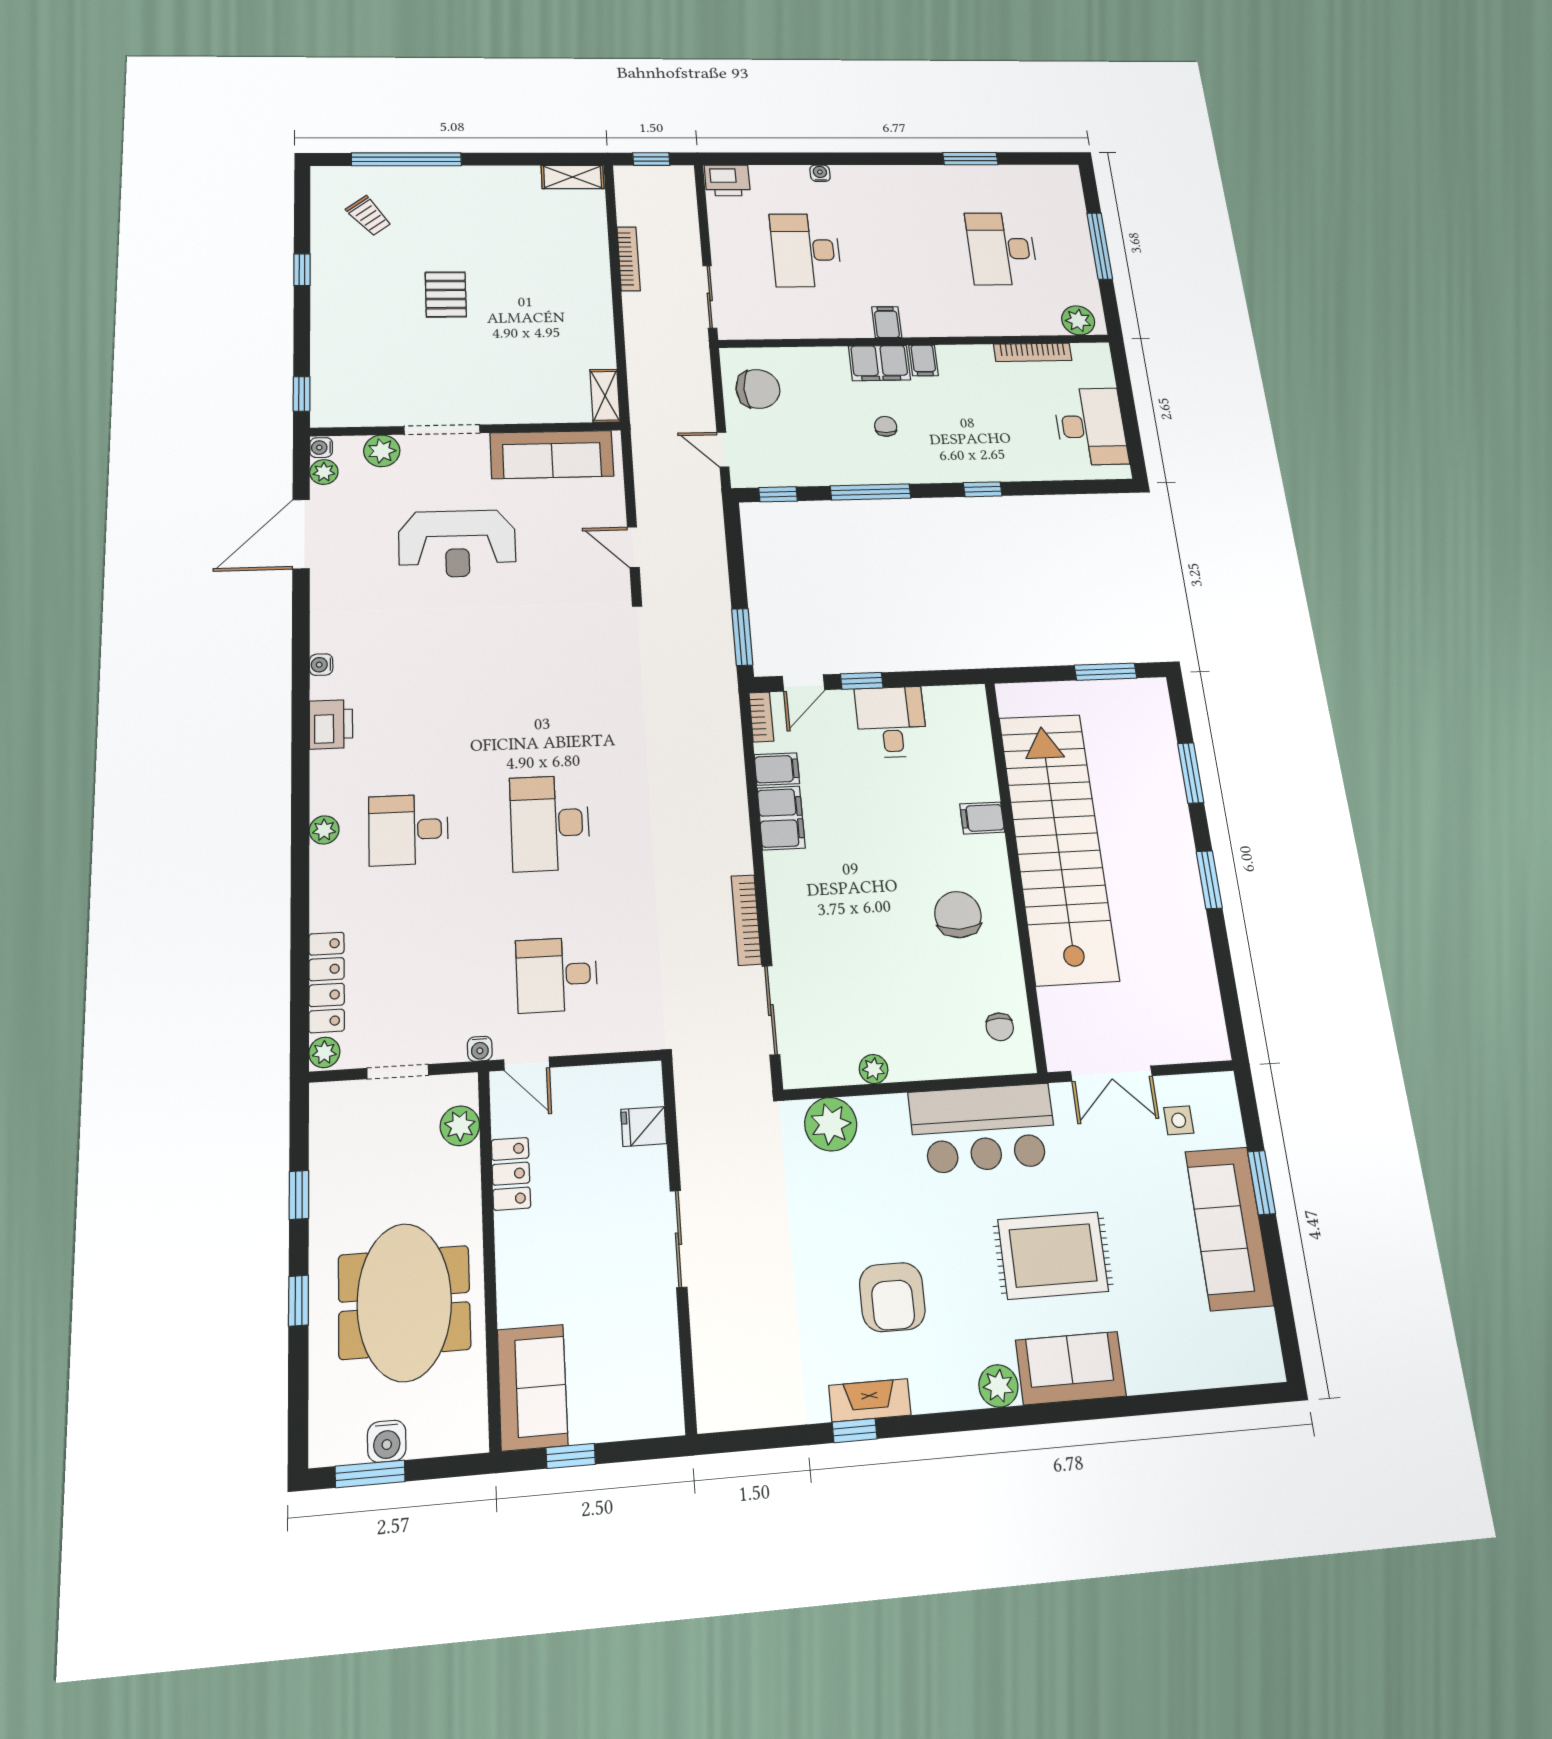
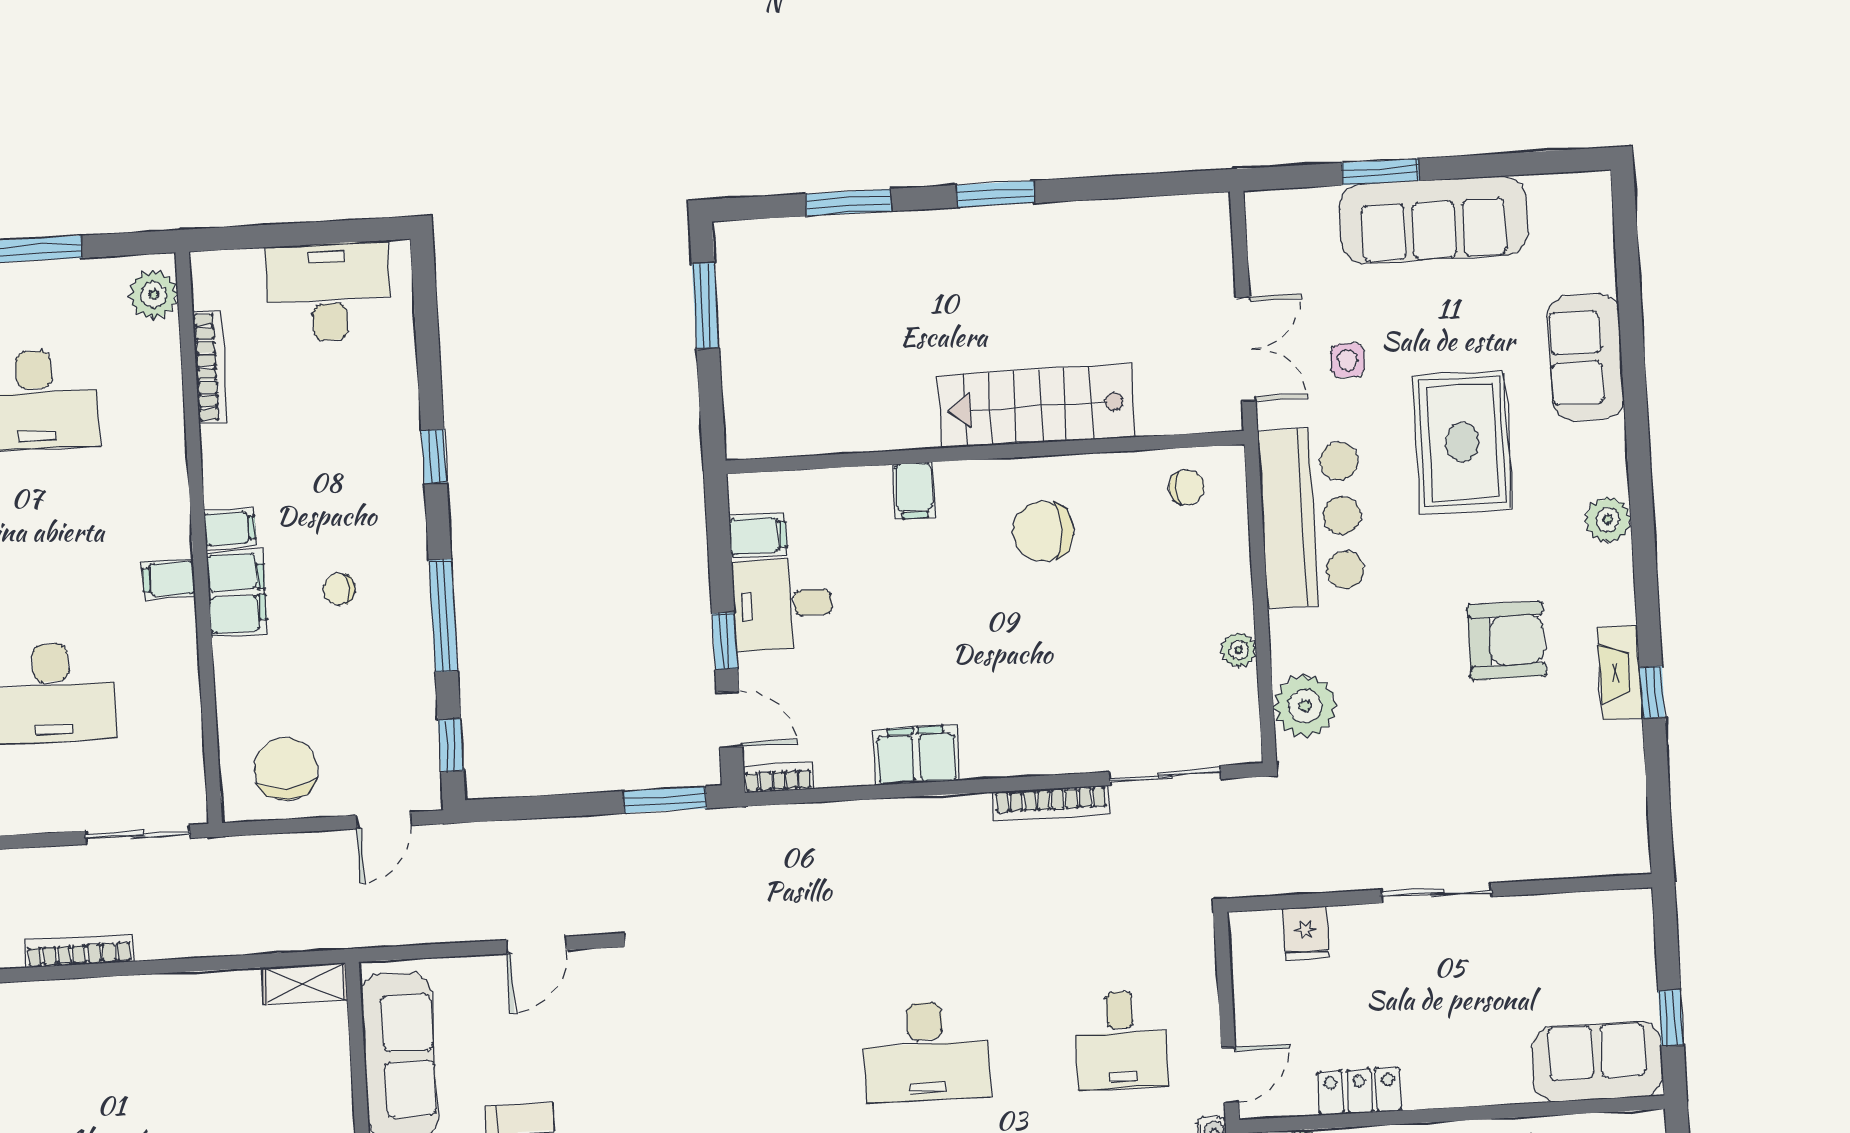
filing cabinet: (777, 769) -> (758, 536), moved, turned 90
stairs: (1058, 847) -> (1037, 406), width x0.54, depth x0.66
side table: (1179, 1120) -> (1348, 360), moved
sofa: (1071, 1368) -> (1586, 357), moved

